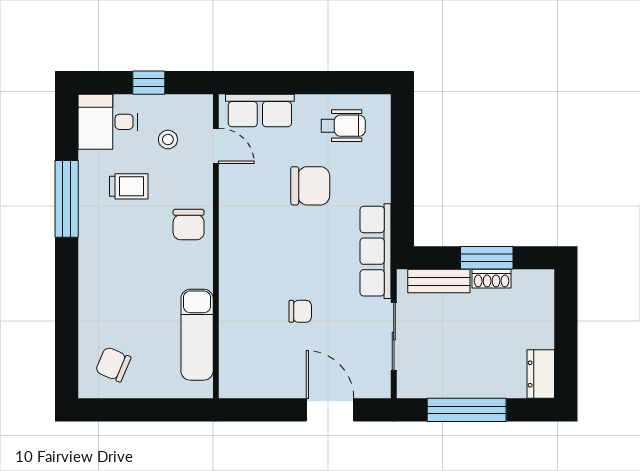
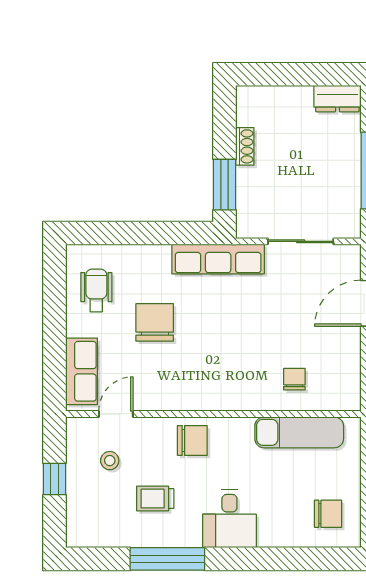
desk: (108, 122) -> (229, 519), moved
trolley: (129, 186) -> (155, 499), turned -90
window: (487, 258) -> (225, 185), moved
bench: (439, 281) -> (247, 198), removed
chair: (300, 311) -> (294, 379), moved
chair: (113, 364) -> (328, 514), turned -113

